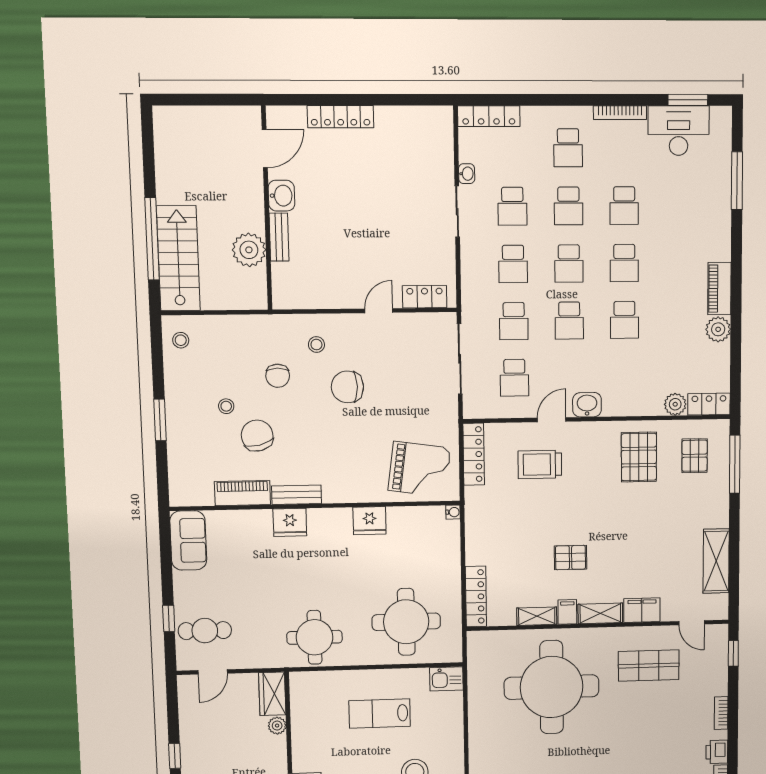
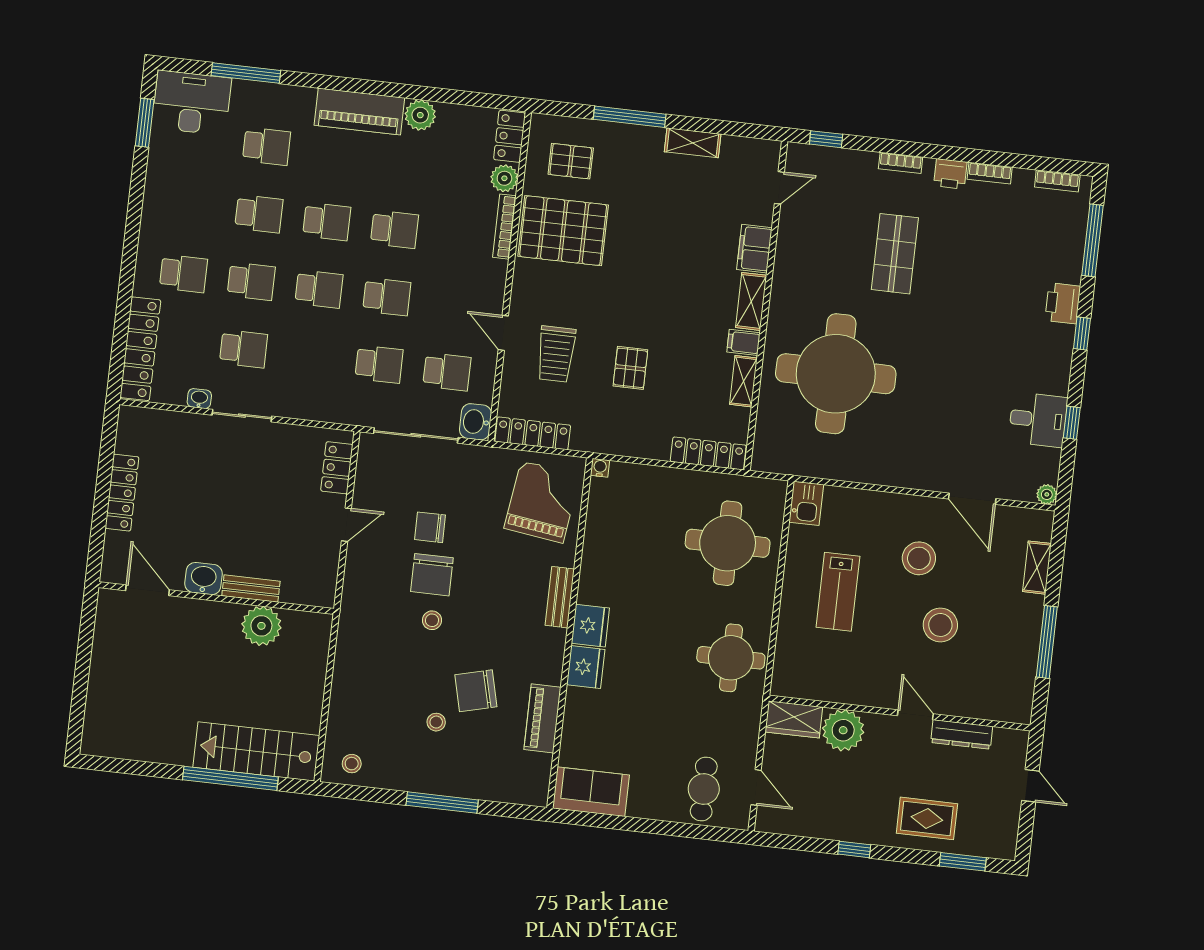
bookcase: (620, 113) -> (505, 227), moved, turned 180
locker: (489, 116) -> (140, 349), width x1.41, depth x1.21
locker: (340, 117) -> (122, 493), moved
desk: (679, 131) -> (192, 103), moved, turned 90
door: (265, 149) -> (148, 590), moved
washbasin: (281, 196) -> (204, 579), moved
wall: (267, 208) -> (216, 598), moved
bench: (279, 237) -> (251, 589), moved
plant: (249, 250) -> (261, 626), moved
school desk: (513, 264) -> (267, 146), moved
piano: (719, 289) -> (359, 112), width x1.37, depth x1.33
door: (379, 311) -> (346, 525), swing flipped
stool: (316, 344) -> (432, 620), moved
chair: (278, 376) -> (430, 527), moved, turned 180
washbasin: (587, 405) -> (476, 422), moved
window: (160, 420) -> (442, 803), width x1.44
pallet: (639, 457) -> (563, 231), width x1.37, depth x1.41
window: (735, 464) -> (630, 117), moved
bench: (297, 495) -> (560, 597), moved
fridge: (370, 521) -> (590, 626), moved
pallet: (571, 558) -> (630, 368), moved
shelving: (716, 561) -> (693, 143), width x0.67, depth x0.75
window: (169, 618) -> (682, 830), removed
shop shelf: (649, 666) -> (895, 254), moved
plant: (277, 726) -> (843, 730), width x1.88, depth x1.88

